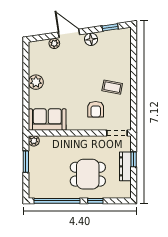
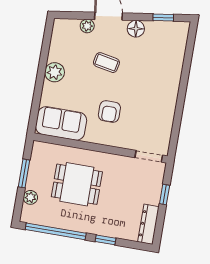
coffee table: (112, 87) -> (106, 63), moved
armchair: (96, 109) -> (109, 112), moved
plant: (34, 141) -> (30, 197), moved
dresser: (125, 166) -> (148, 224), moved
dining table: (88, 174) -> (77, 184), moved

